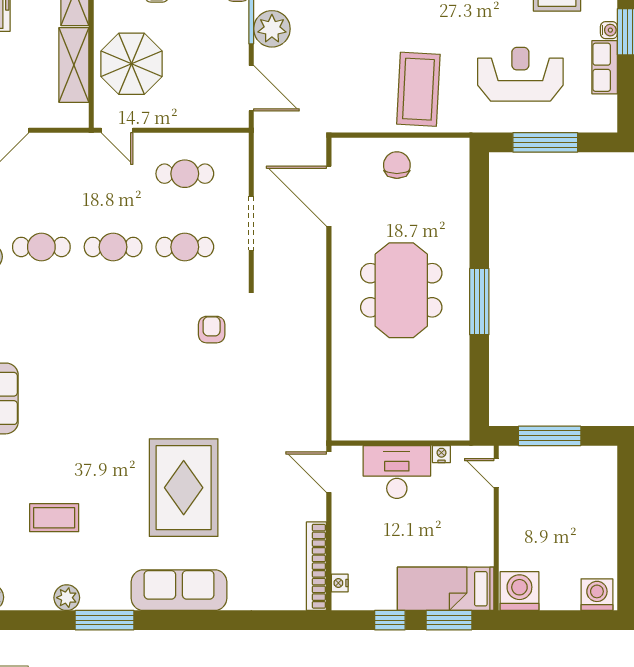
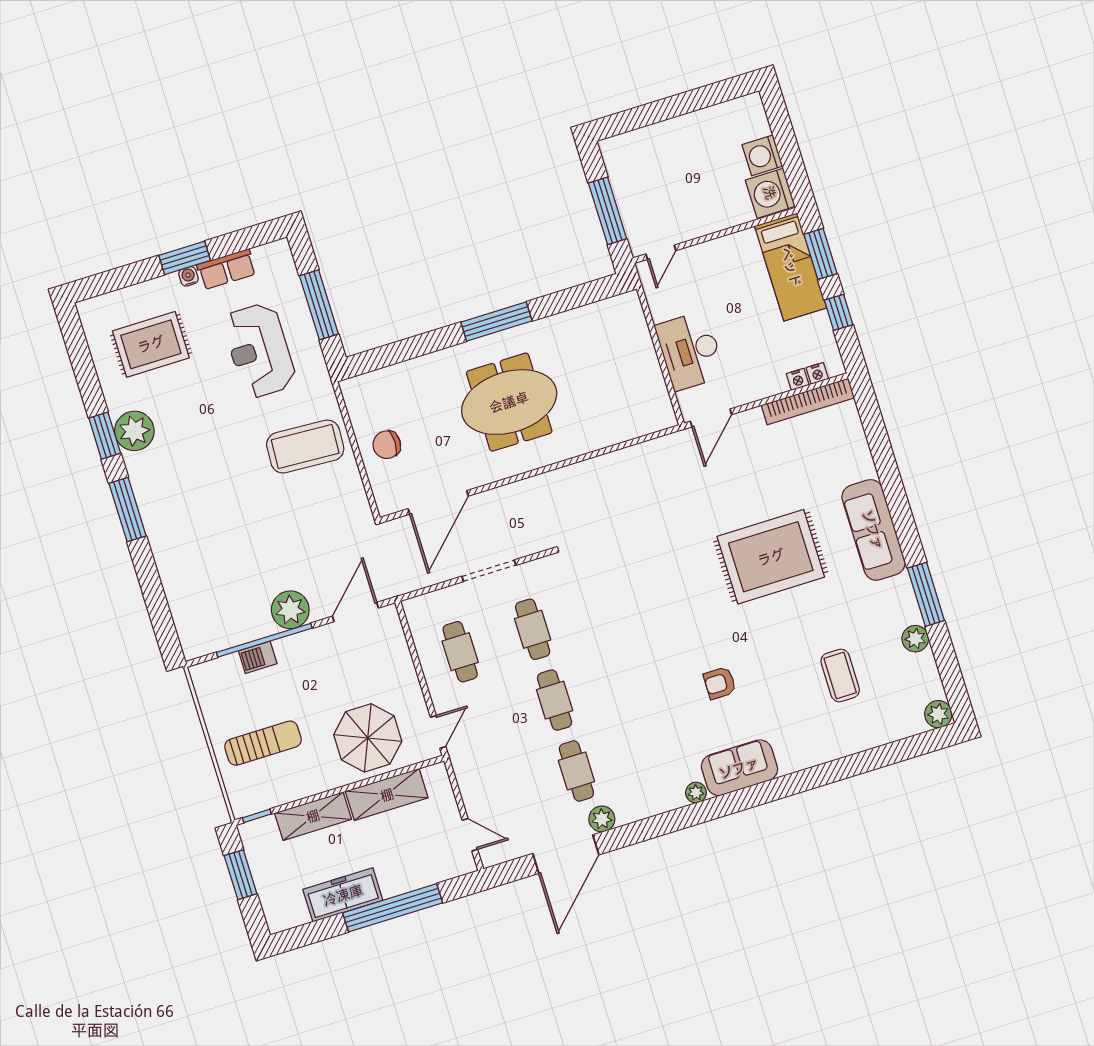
armchair: (212, 330) -> (720, 683), moved
nightstand: (441, 454) -> (798, 379), moved, turned -90
washing machine: (597, 595) -> (762, 155), moved

